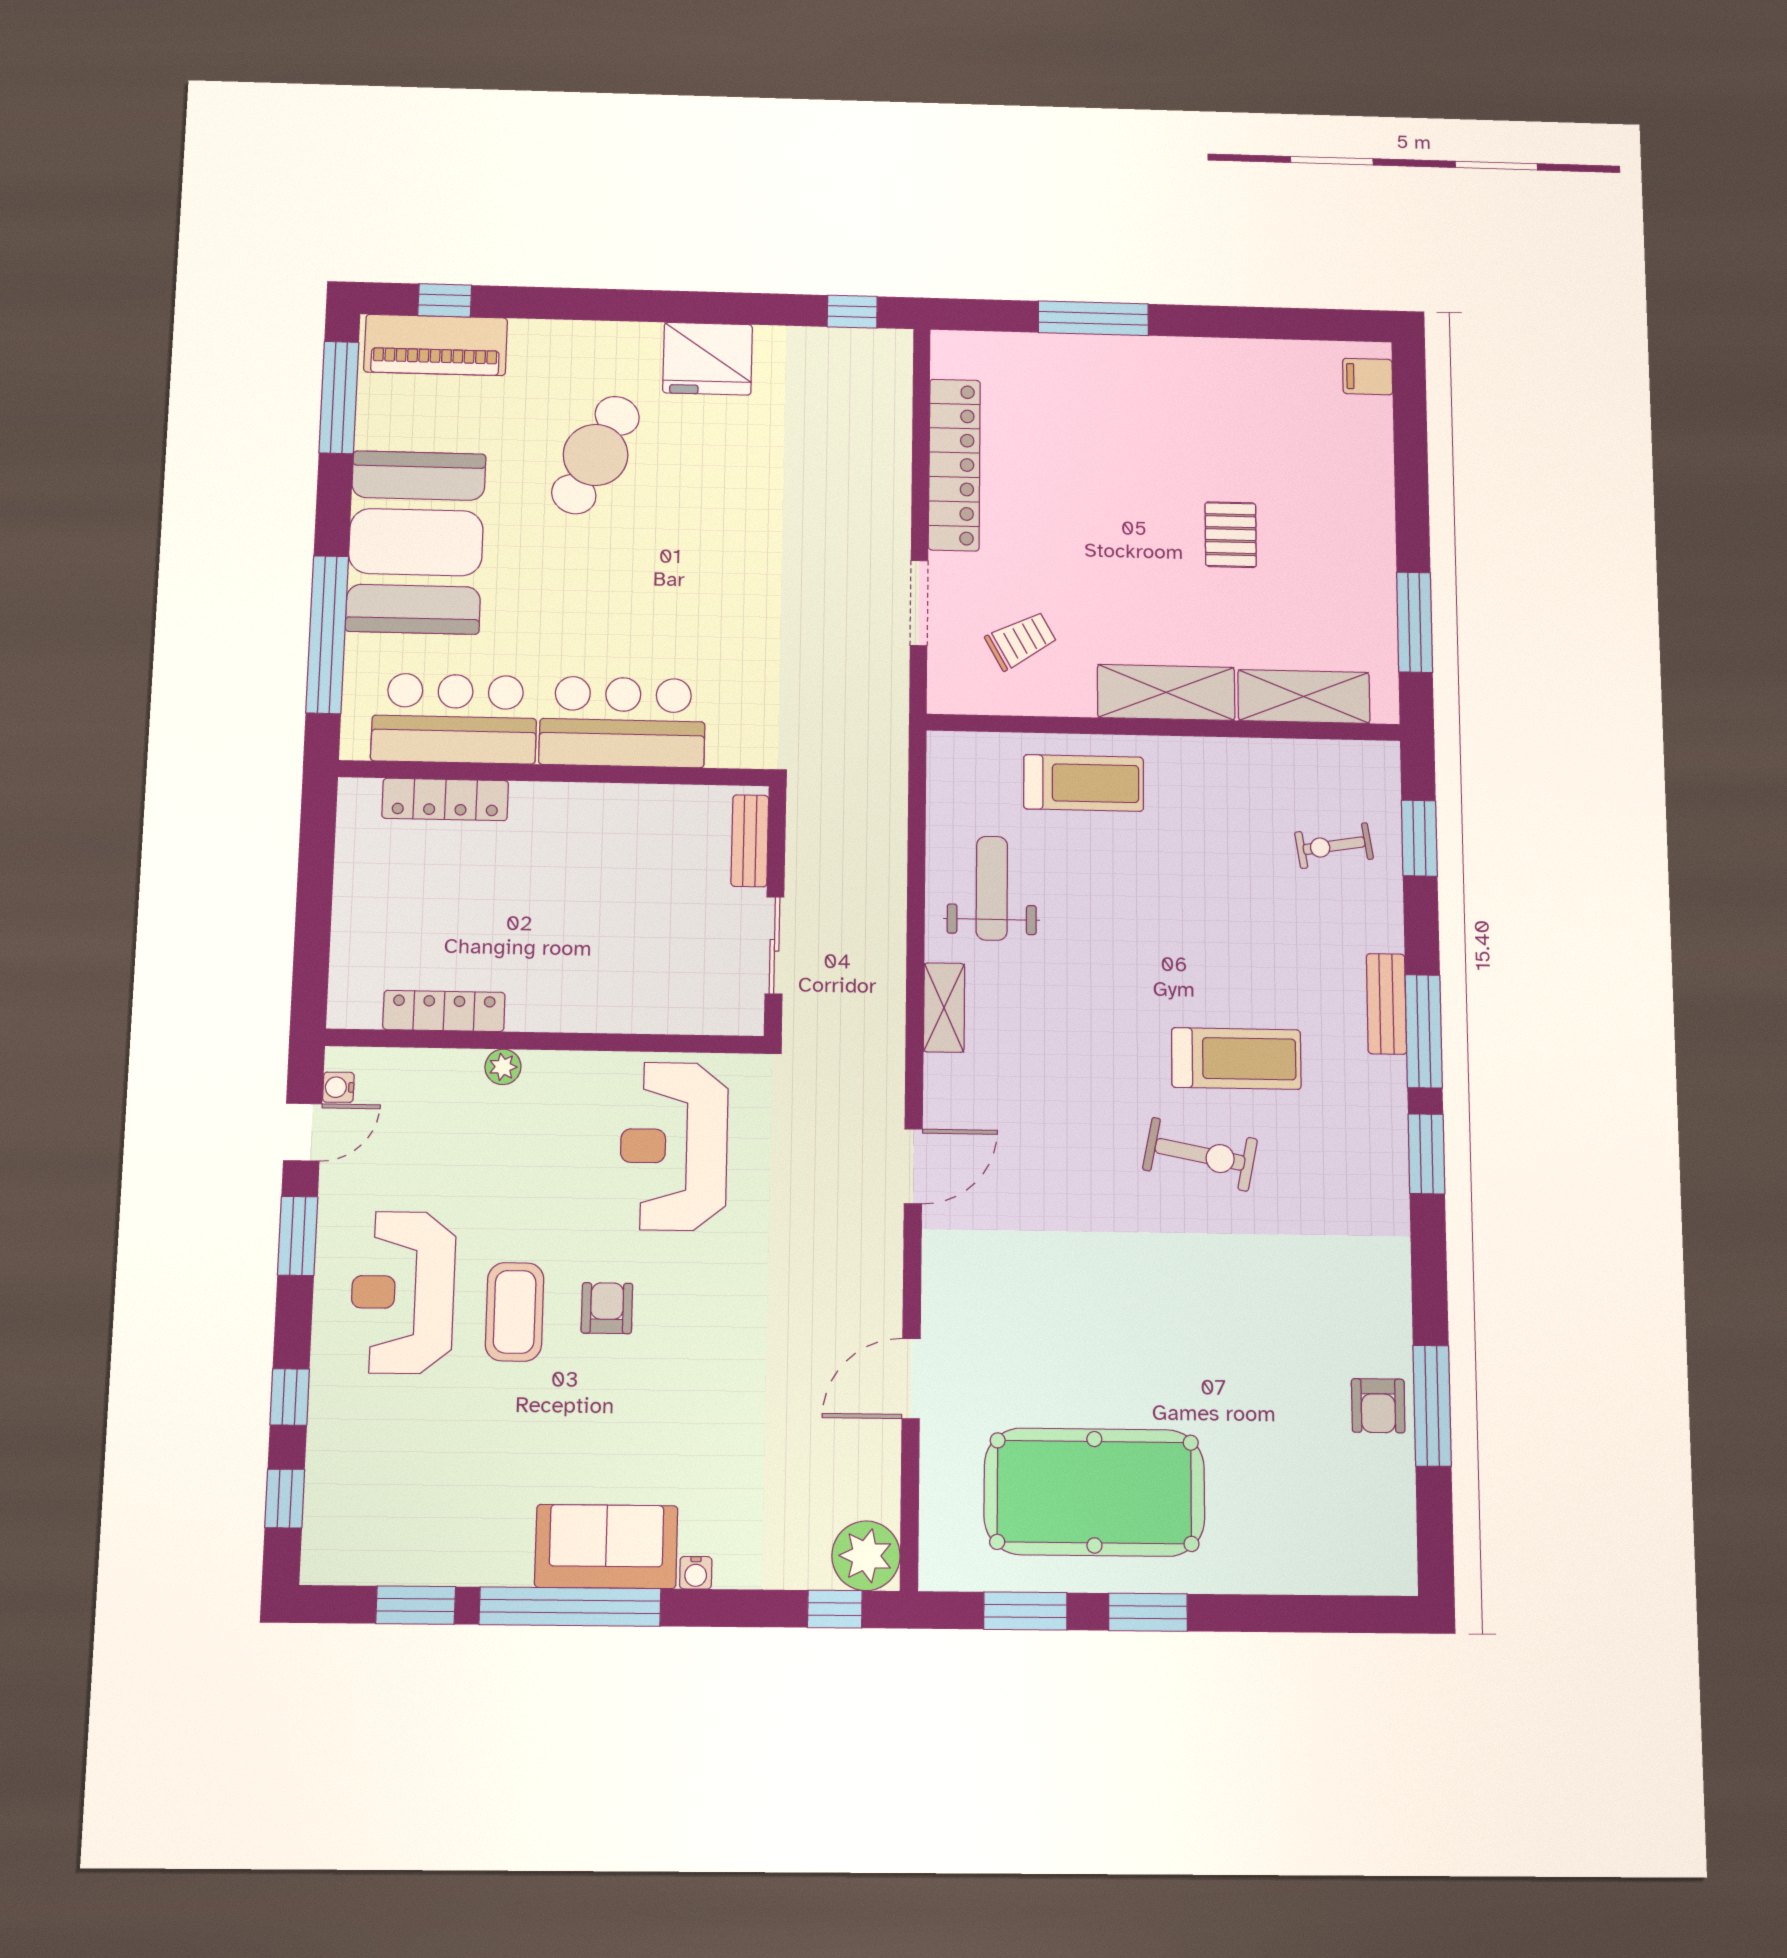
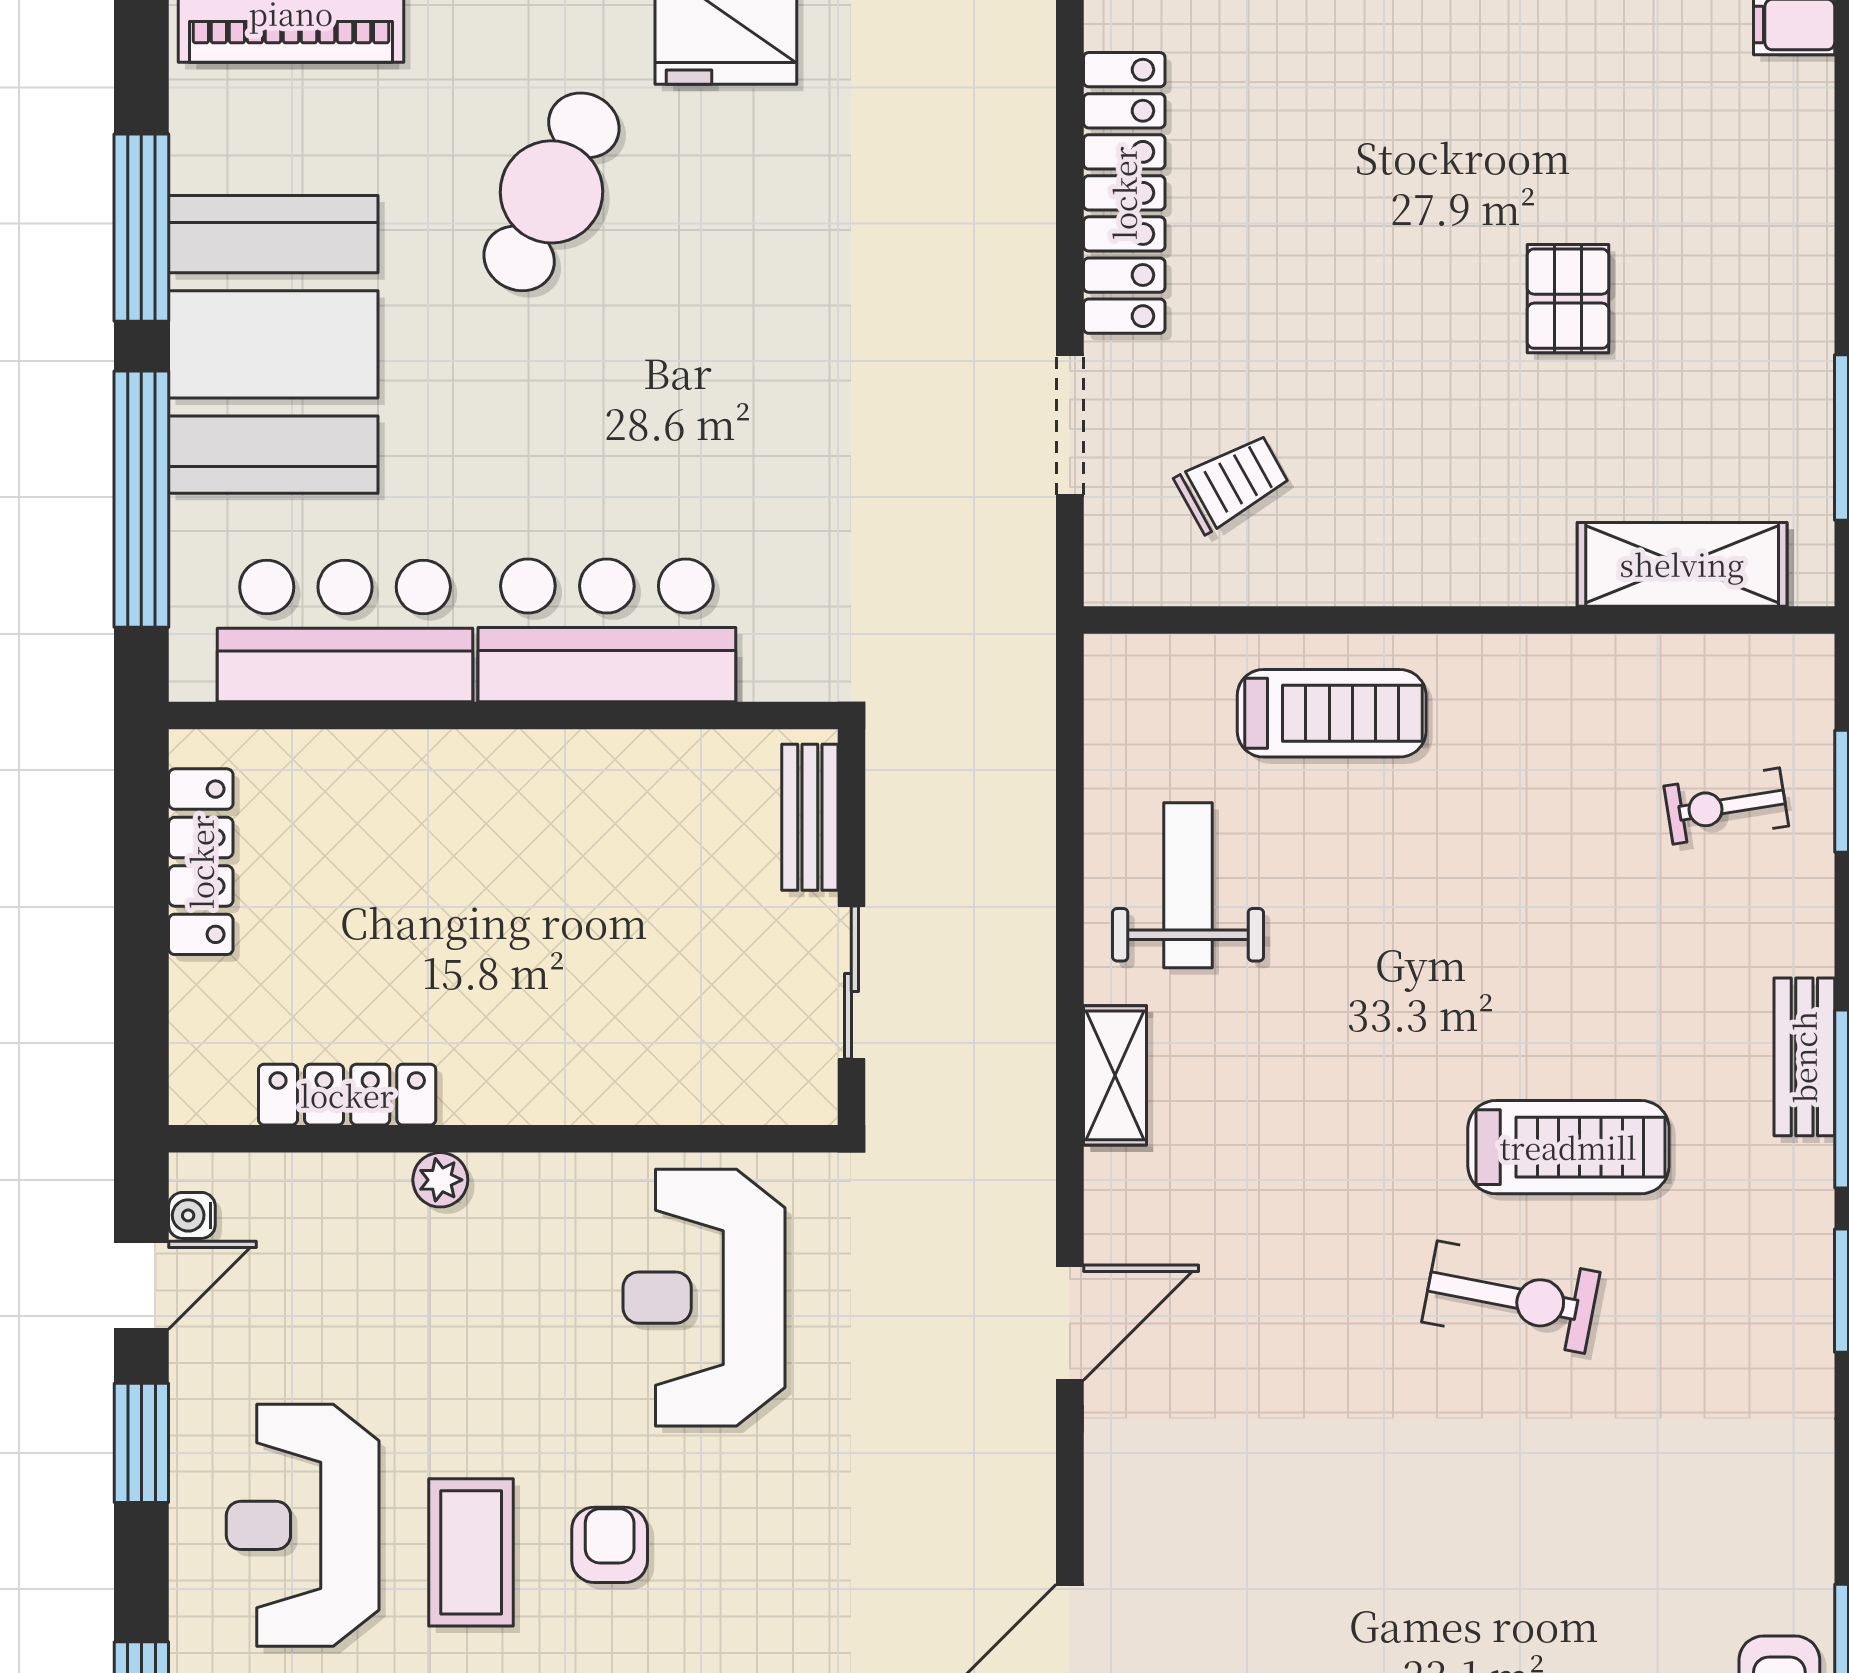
window: (339, 397) -> (141, 228), moved
shelving: (1166, 692) -> (1463, 563), removed
locker: (445, 799) -> (201, 862), moved, turned -90

